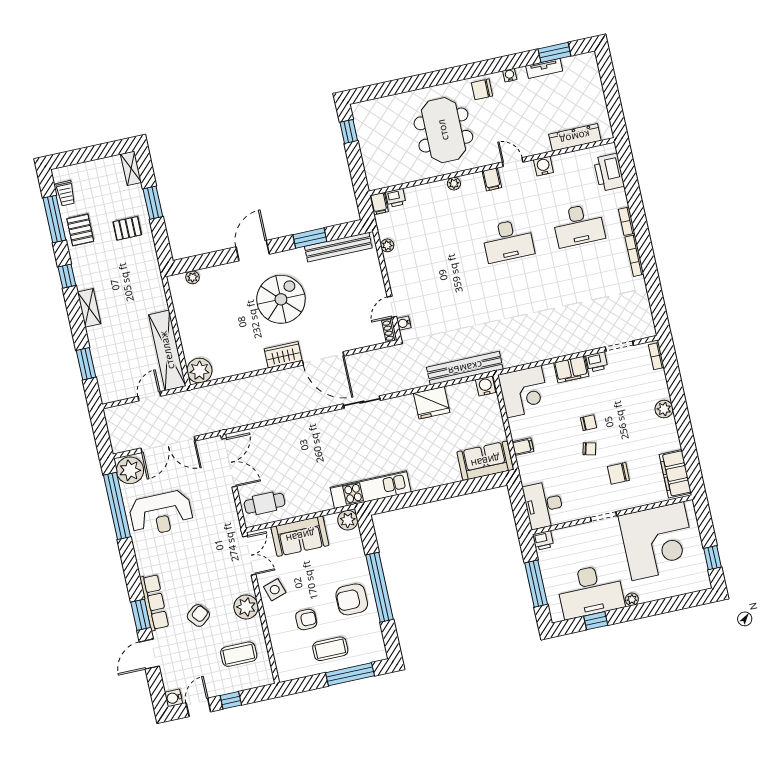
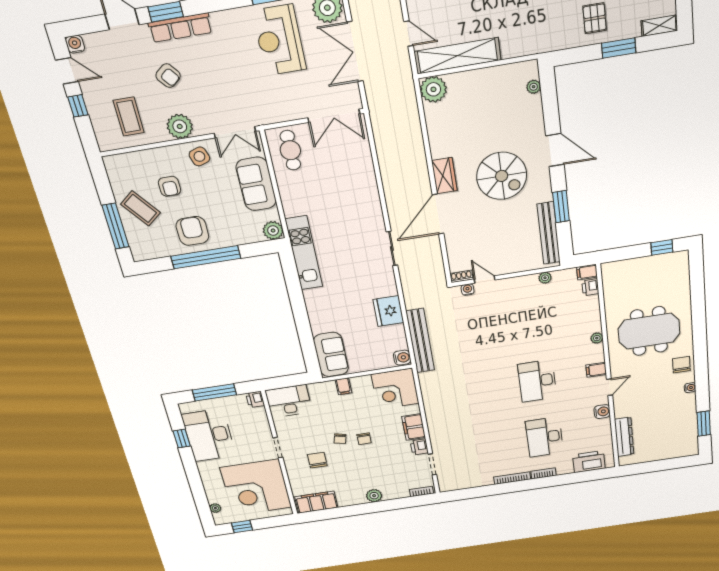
tv unit: (544, 68) -> (691, 415), removed
plant: (632, 599) -> (215, 508), moved
coffee table: (330, 649) -> (140, 208), turned -38

